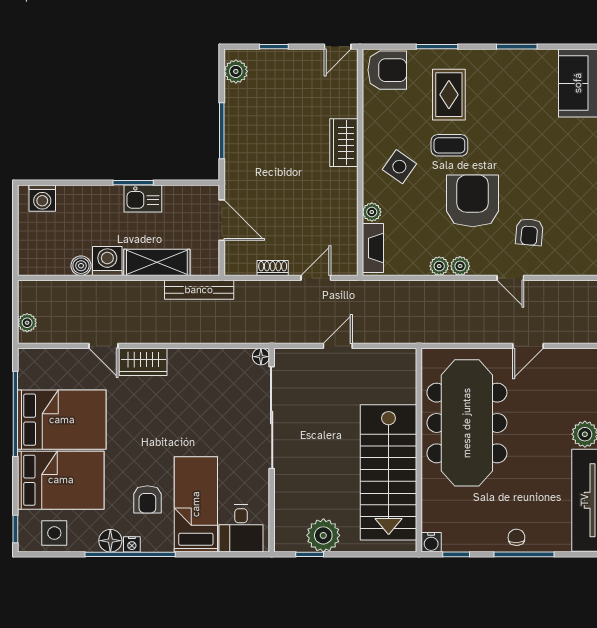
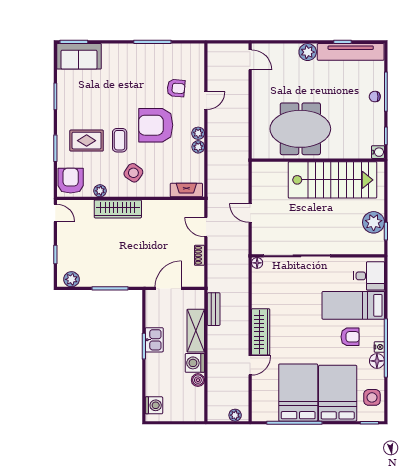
wardrobe: (344, 143) -> (118, 209), width x1.50
plant: (372, 212) -> (100, 191), moved
bench: (199, 290) -> (214, 309), width x0.73
door: (528, 346) -> (250, 60), moved
wardrobe: (143, 362) -> (261, 332), width x1.50
meeting table: (467, 423) -> (300, 129), width x0.73

